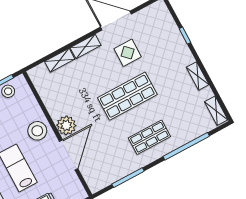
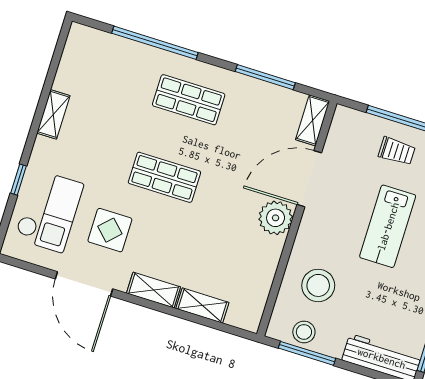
checkout: (160, 35) -> (49, 211), added
shop shelf: (127, 96) -> (164, 177), width x0.70, depth x0.74
shelving: (216, 111) -> (313, 120), moved
stool: (37, 131) -> (318, 285), moved

